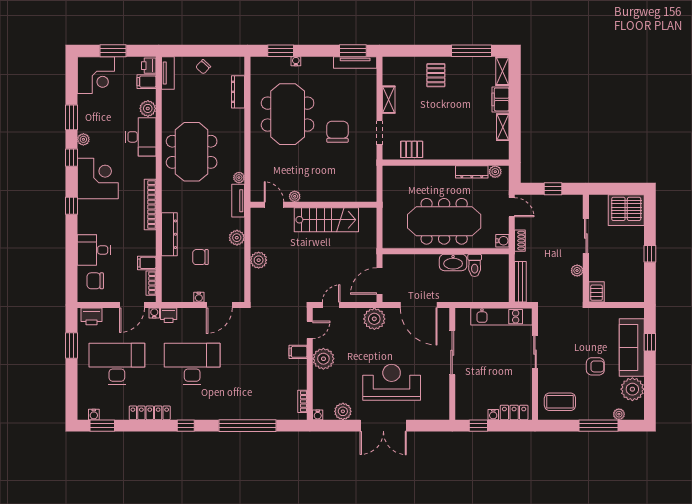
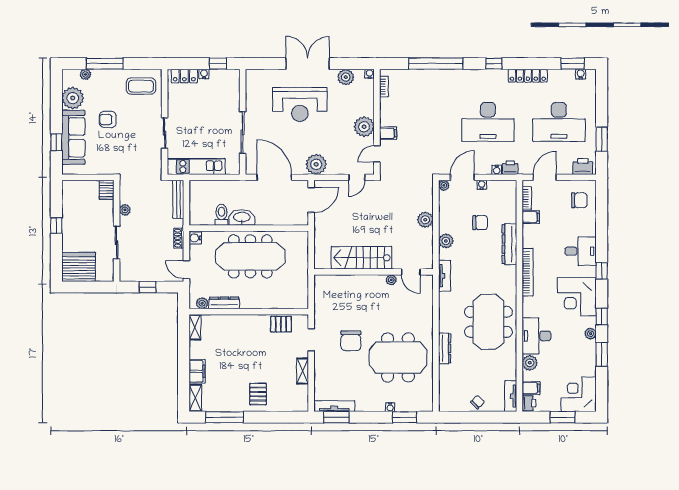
dresser: (238, 92) -> (445, 348), moved
meeting table: (288, 114) -> (398, 357), turned 90
shelving: (503, 127) -> (195, 327), moved
plant: (239, 178) -> (444, 185), moved
desk: (94, 250) -> (581, 251), moved
water cooler: (154, 313) -> (497, 170), moved

